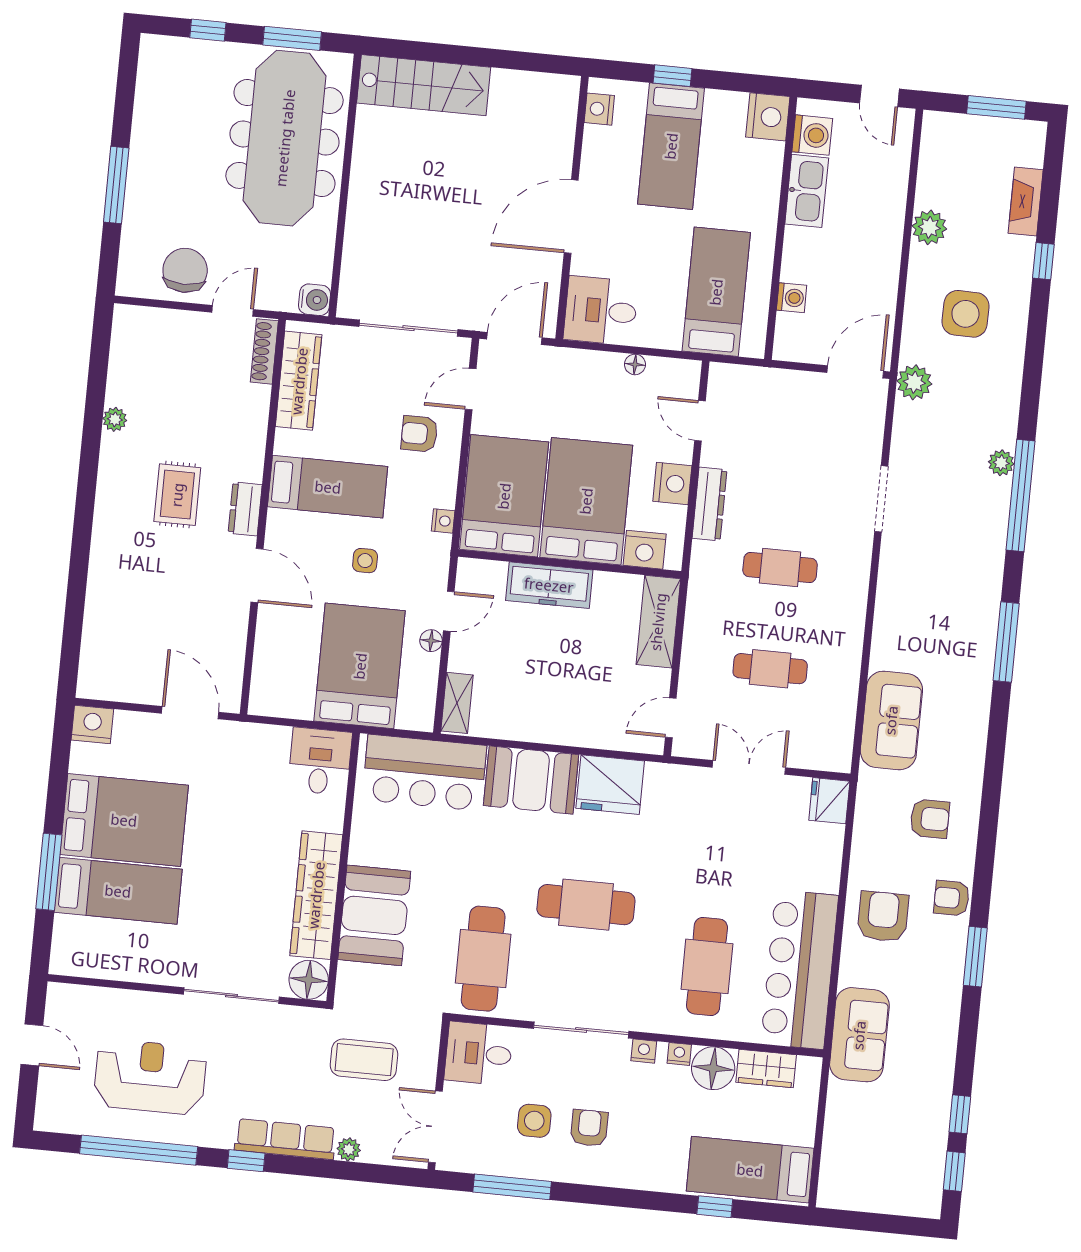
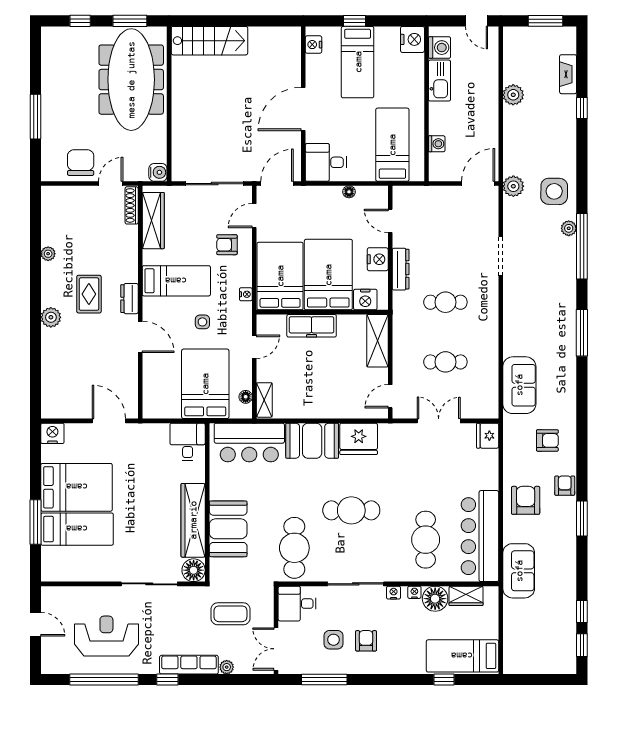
side table: (965, 314) -> (554, 191), moved
plant: (109, 528) -> (51, 317), added
floor lamp: (431, 641) -> (246, 397), moved
armchair: (952, 898) -> (565, 486), turned 90

